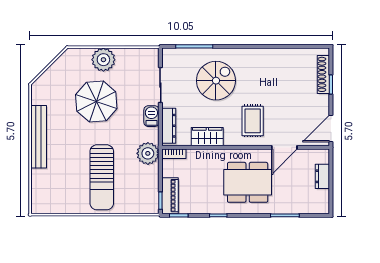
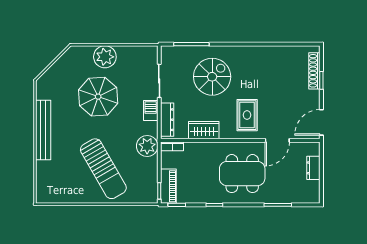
sun lounger: (102, 177) -> (103, 169), turned -30

